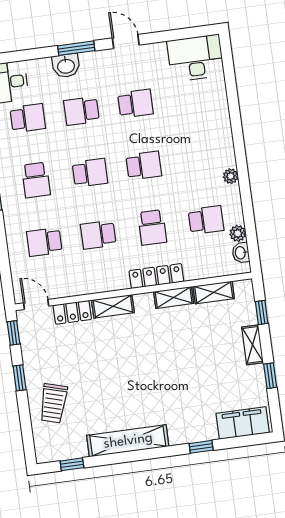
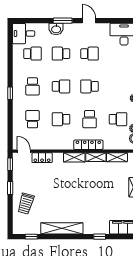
school desk: (144, 165) -> (90, 86), turned 180
school desk: (44, 242) -> (32, 119), turned 90
shelving: (113, 306) -> (74, 157), moved

